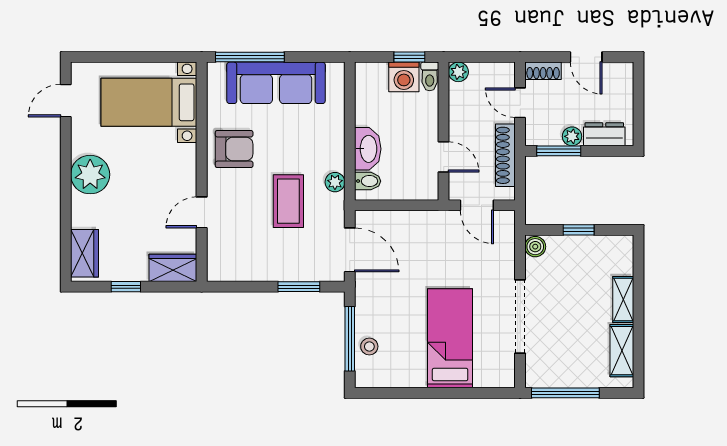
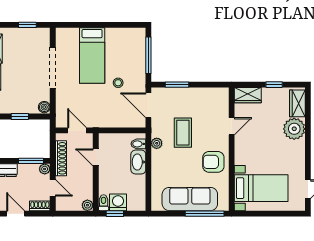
plant: (572, 136) -> (45, 169), moved
plant: (90, 175) -> (294, 129), moved
stool: (369, 346) -> (118, 83), moved
window: (565, 393) -> (27, 25), width x0.46

